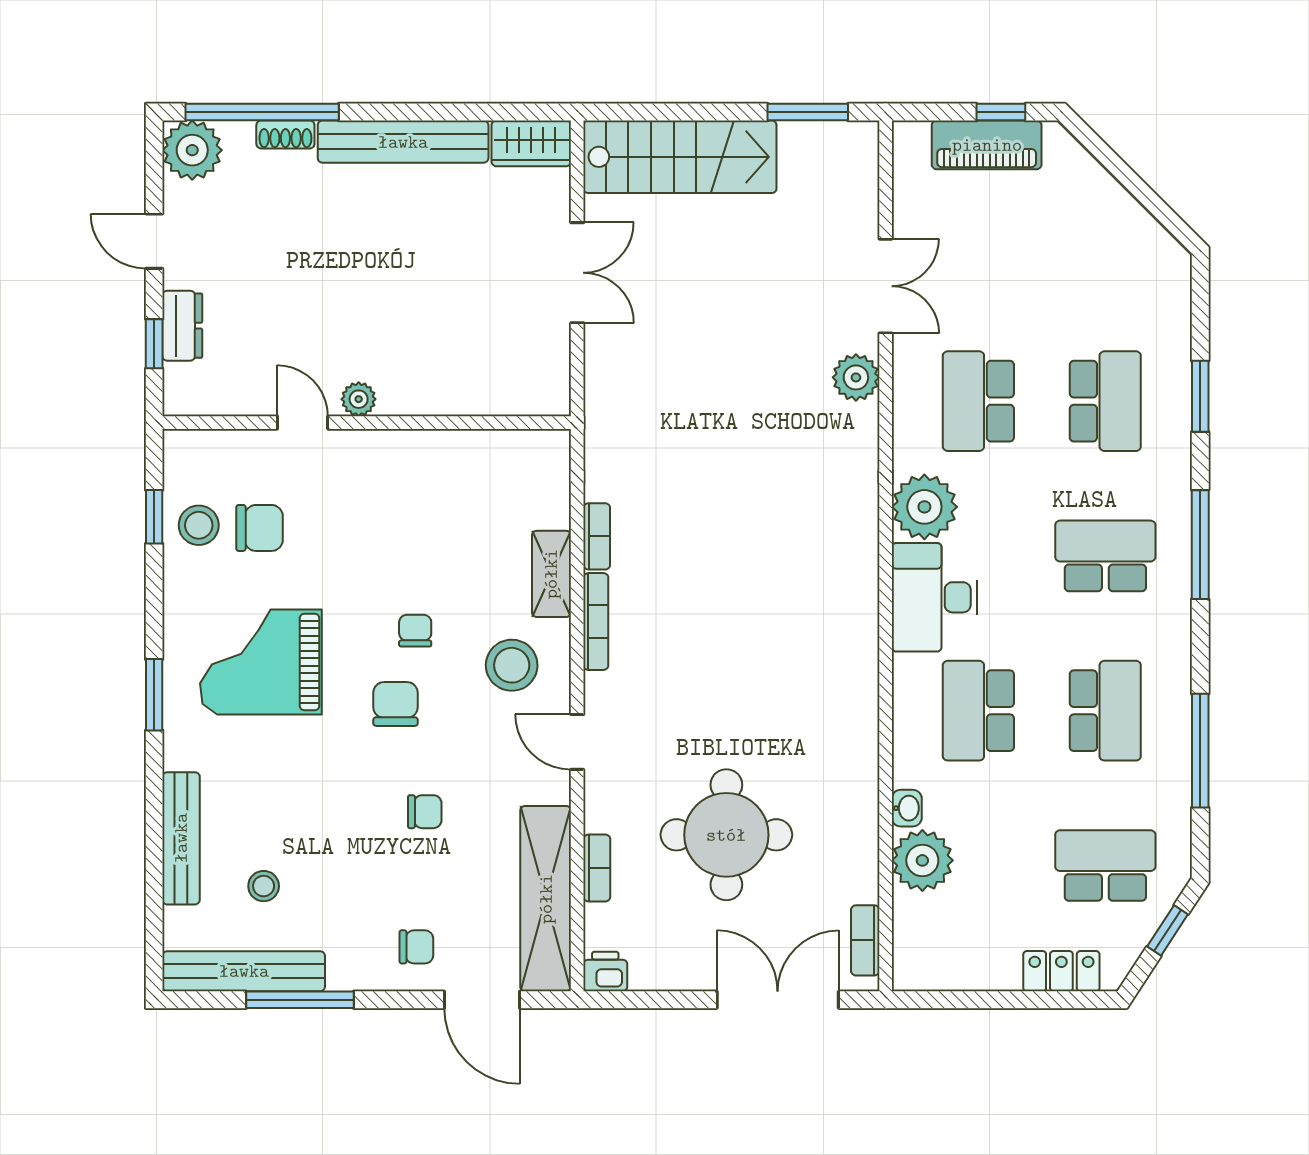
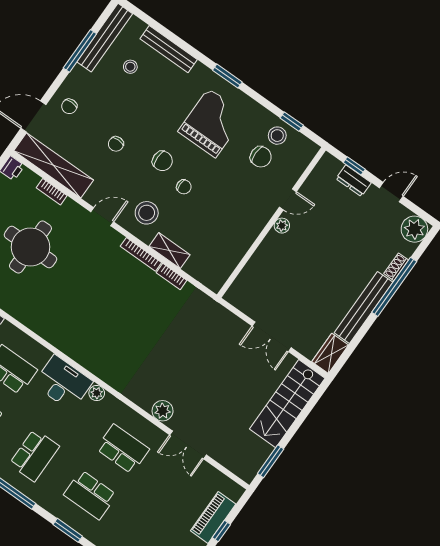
window: (262, 112) -> (394, 287), moved
plant: (924, 507) -> (97, 393), width x0.53, depth x0.53
chair: (259, 528) -> (261, 157), turned -90

